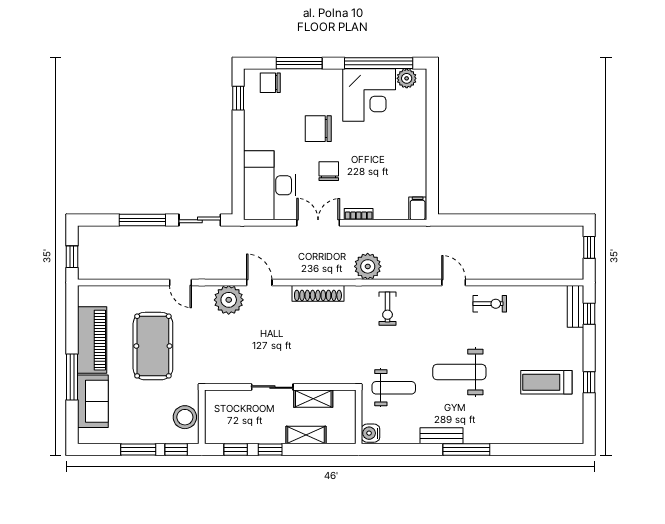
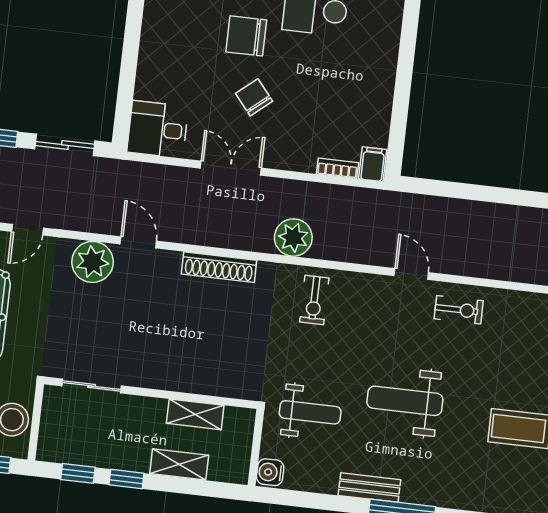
chair: (329, 171) -> (254, 97), turned -40
desk: (270, 185) -> (158, 129), width x0.53, depth x0.77
bookcase: (359, 214) -> (337, 168), moved
door: (180, 282) -> (27, 230), hinge flipped
sliding door: (272, 387) -> (92, 386), moved

